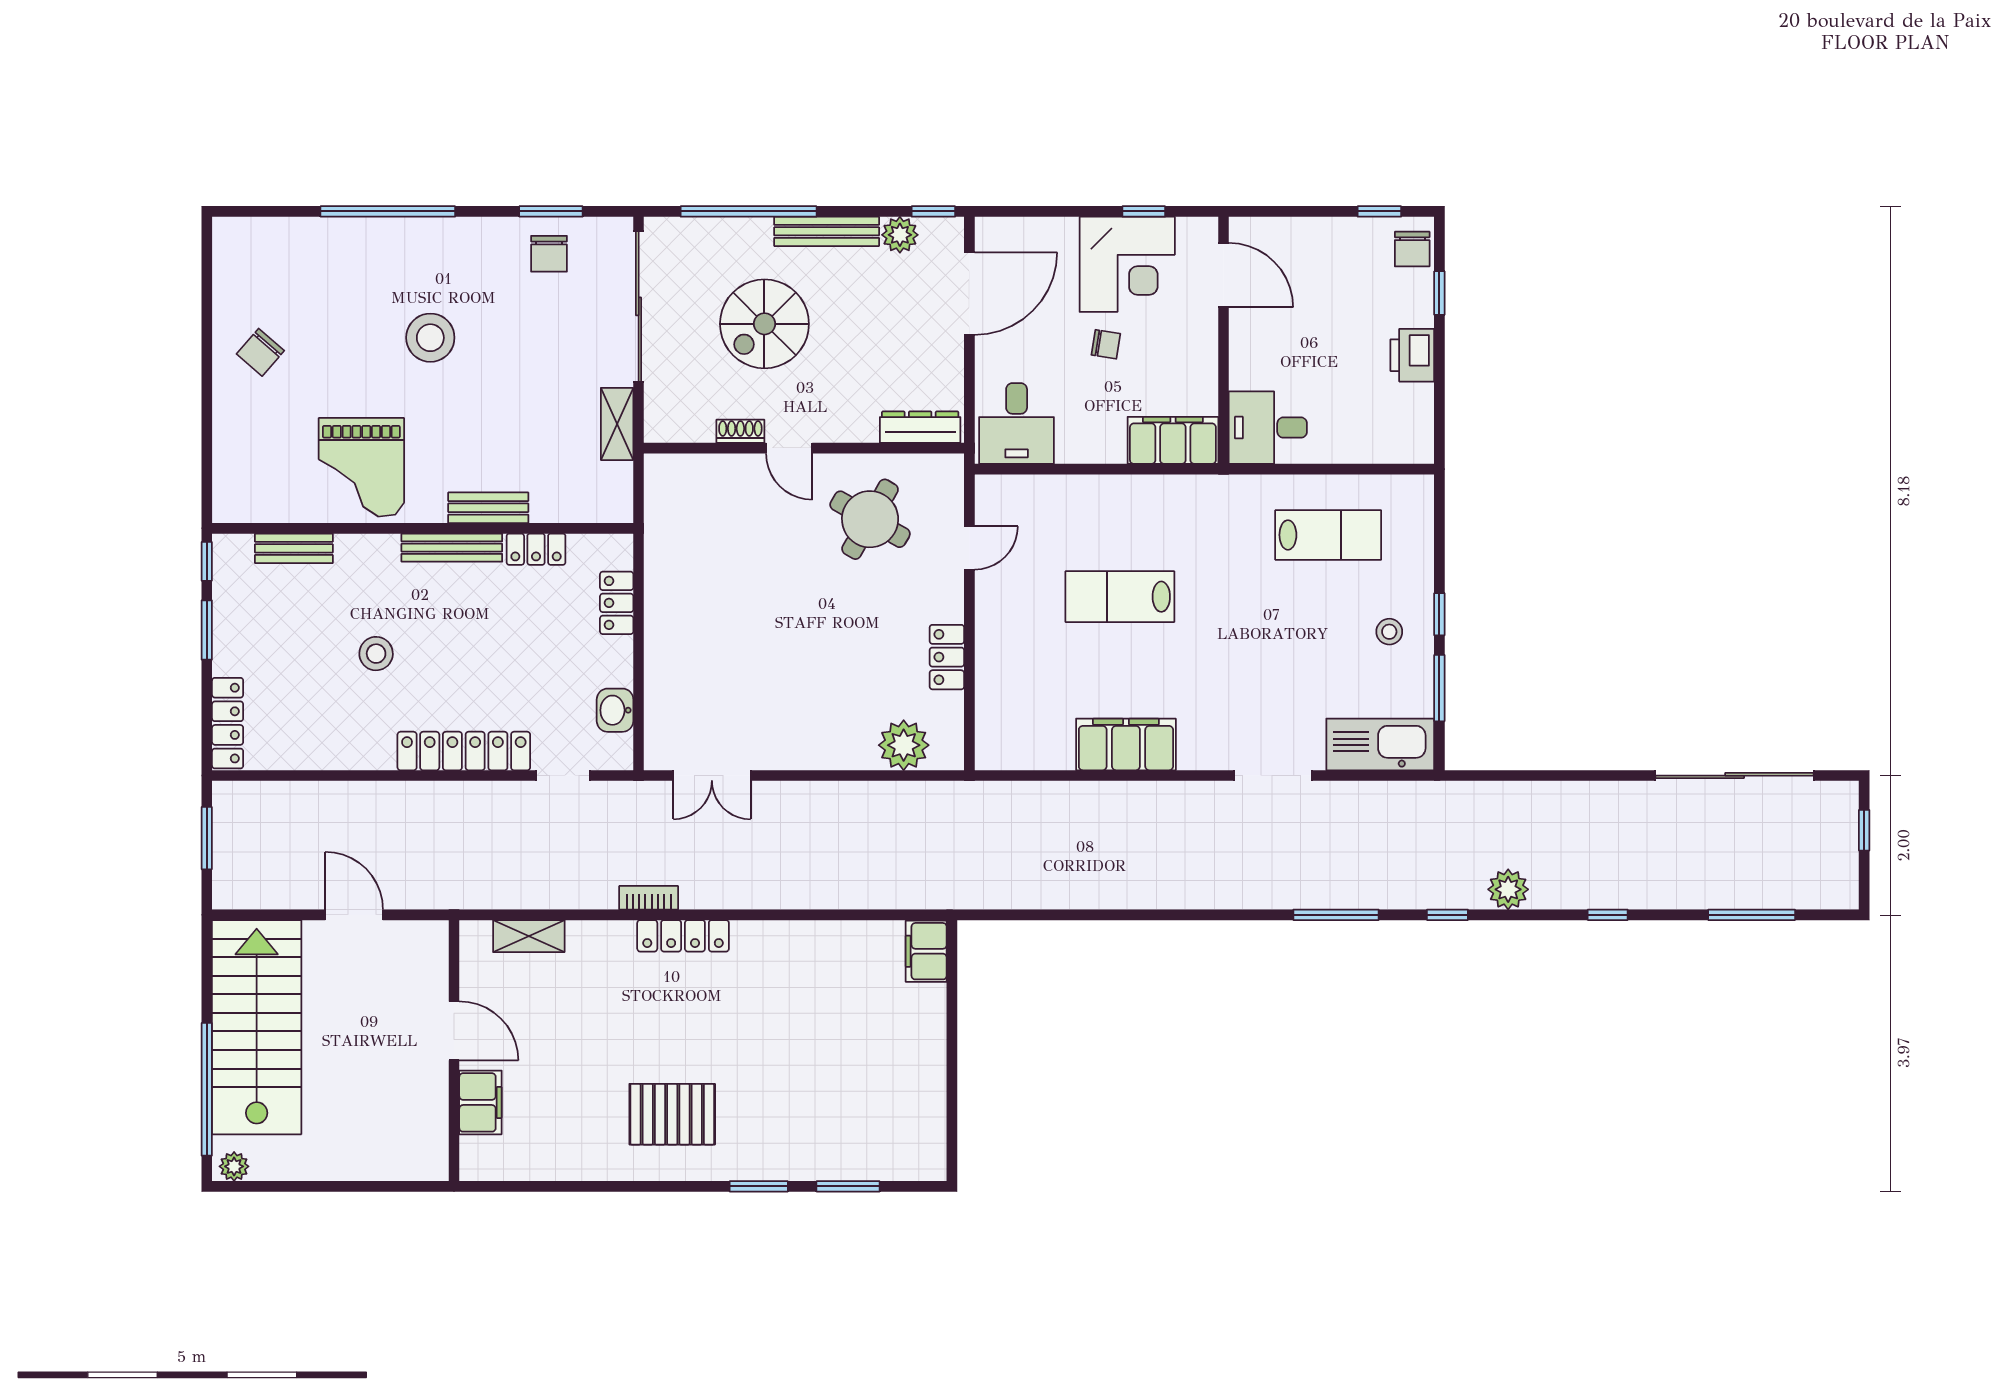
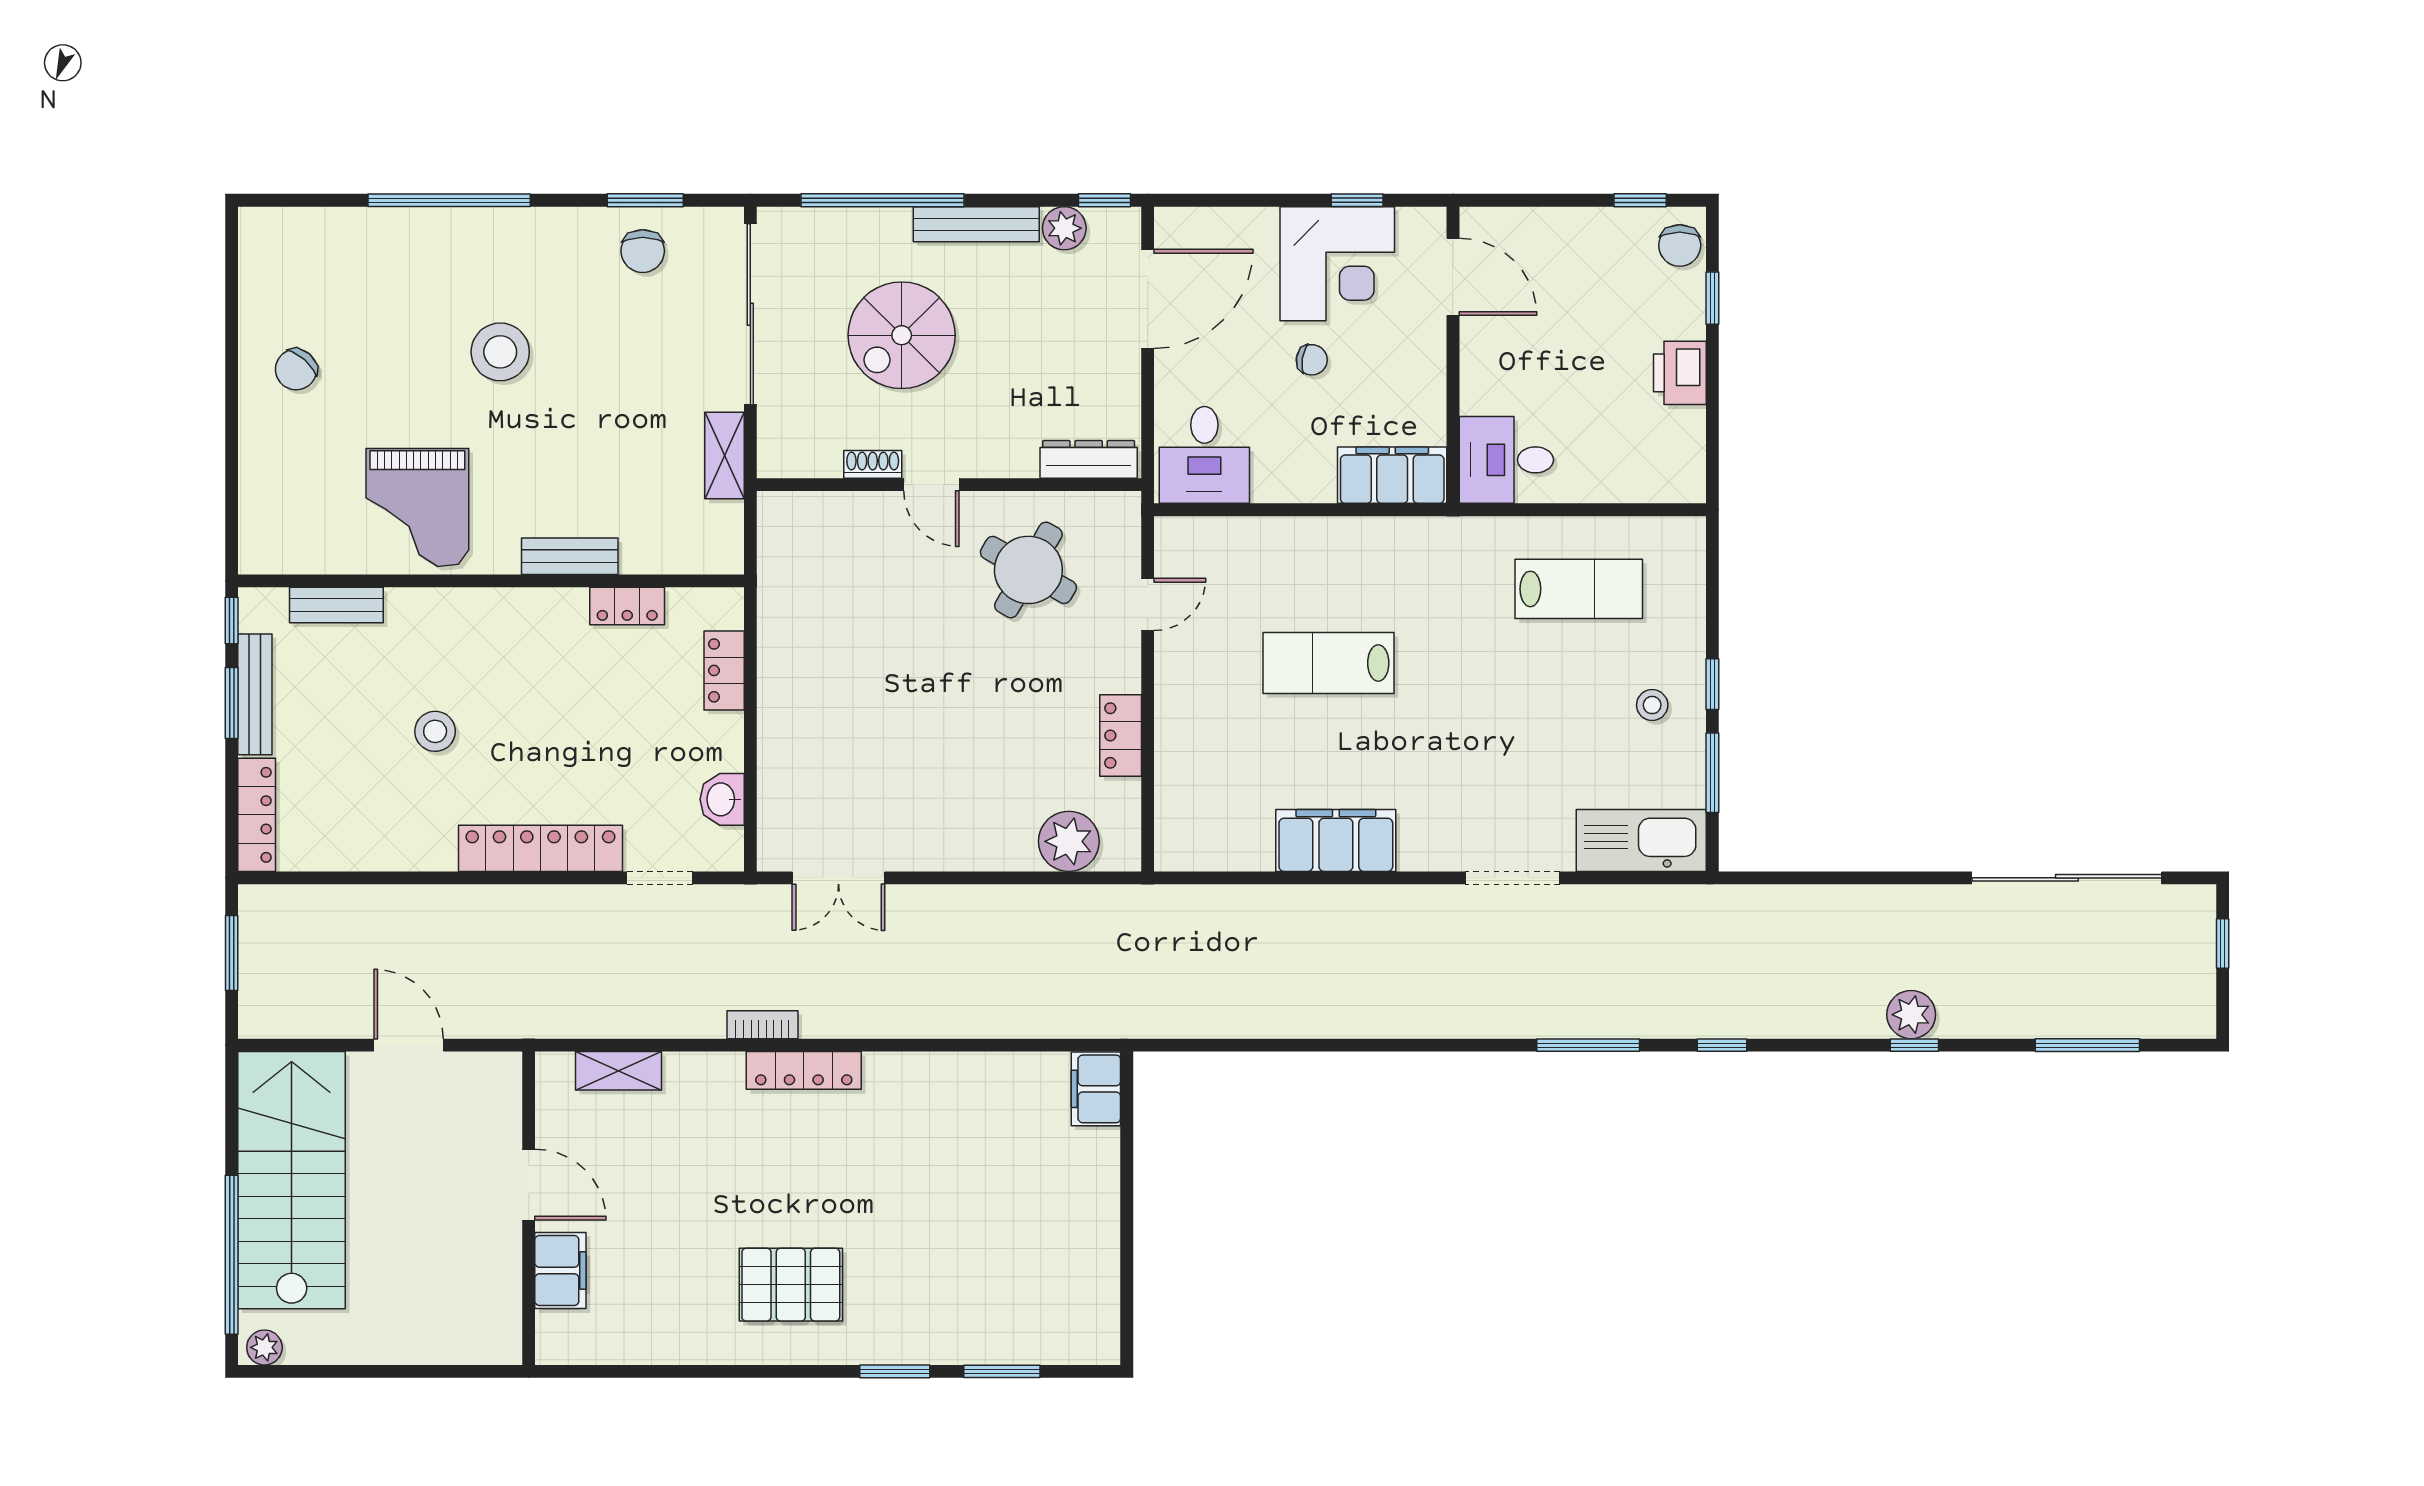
bench: (452, 548) -> (255, 694), moved, turned 90
plant: (1508, 889) -> (1911, 1015), moved

